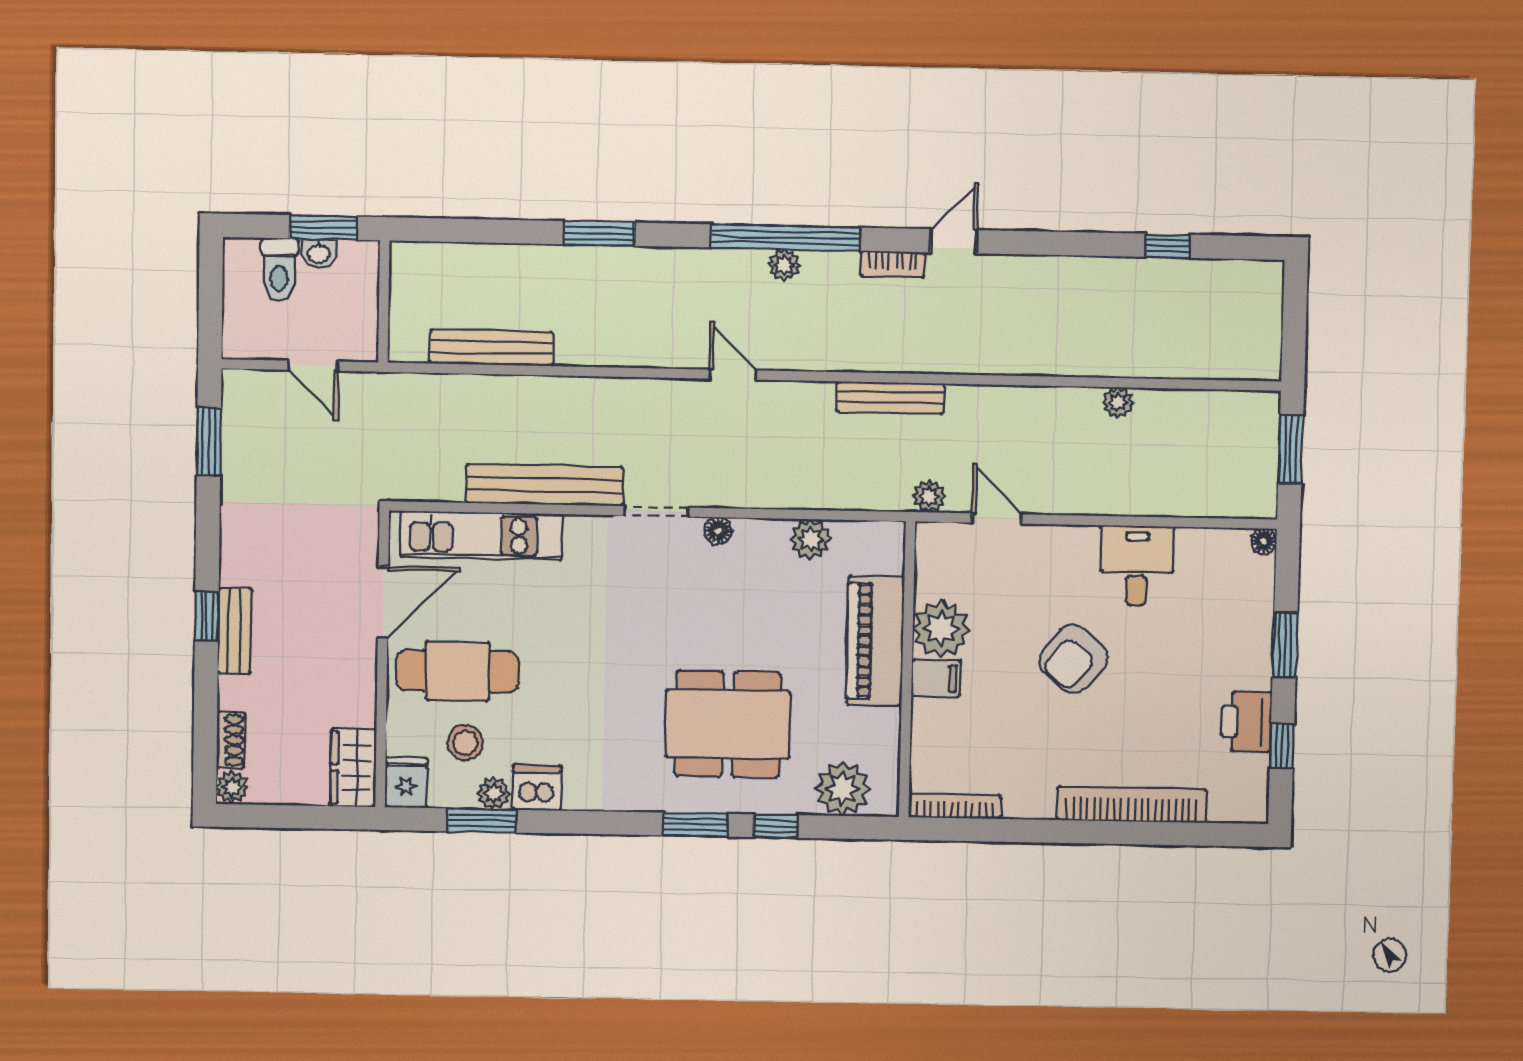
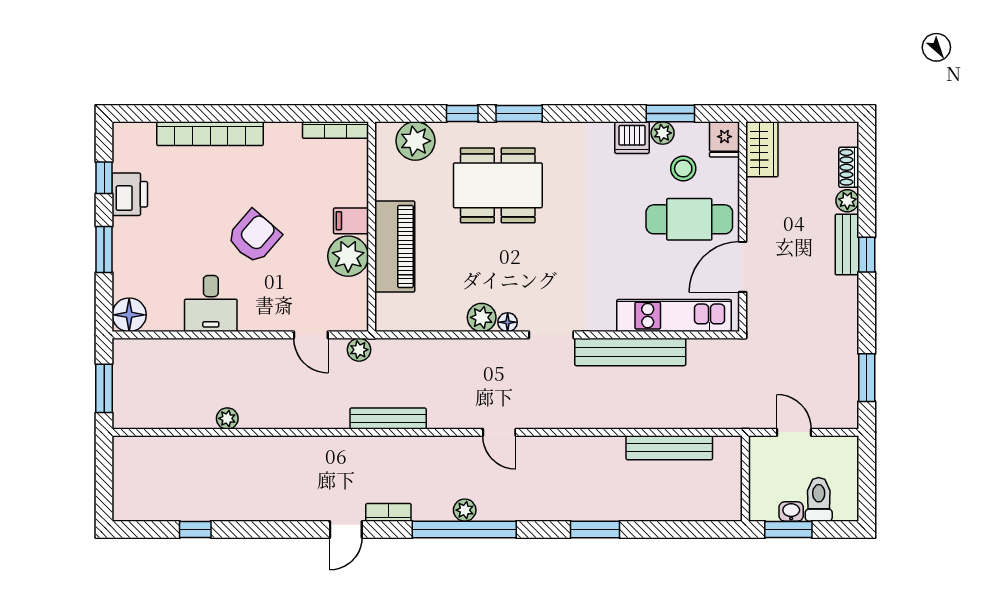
plant: (811, 539) -> (482, 317), moved
floor lamp: (1264, 541) -> (129, 315), width x1.89, depth x1.89
plant: (232, 787) -> (847, 201), moved

